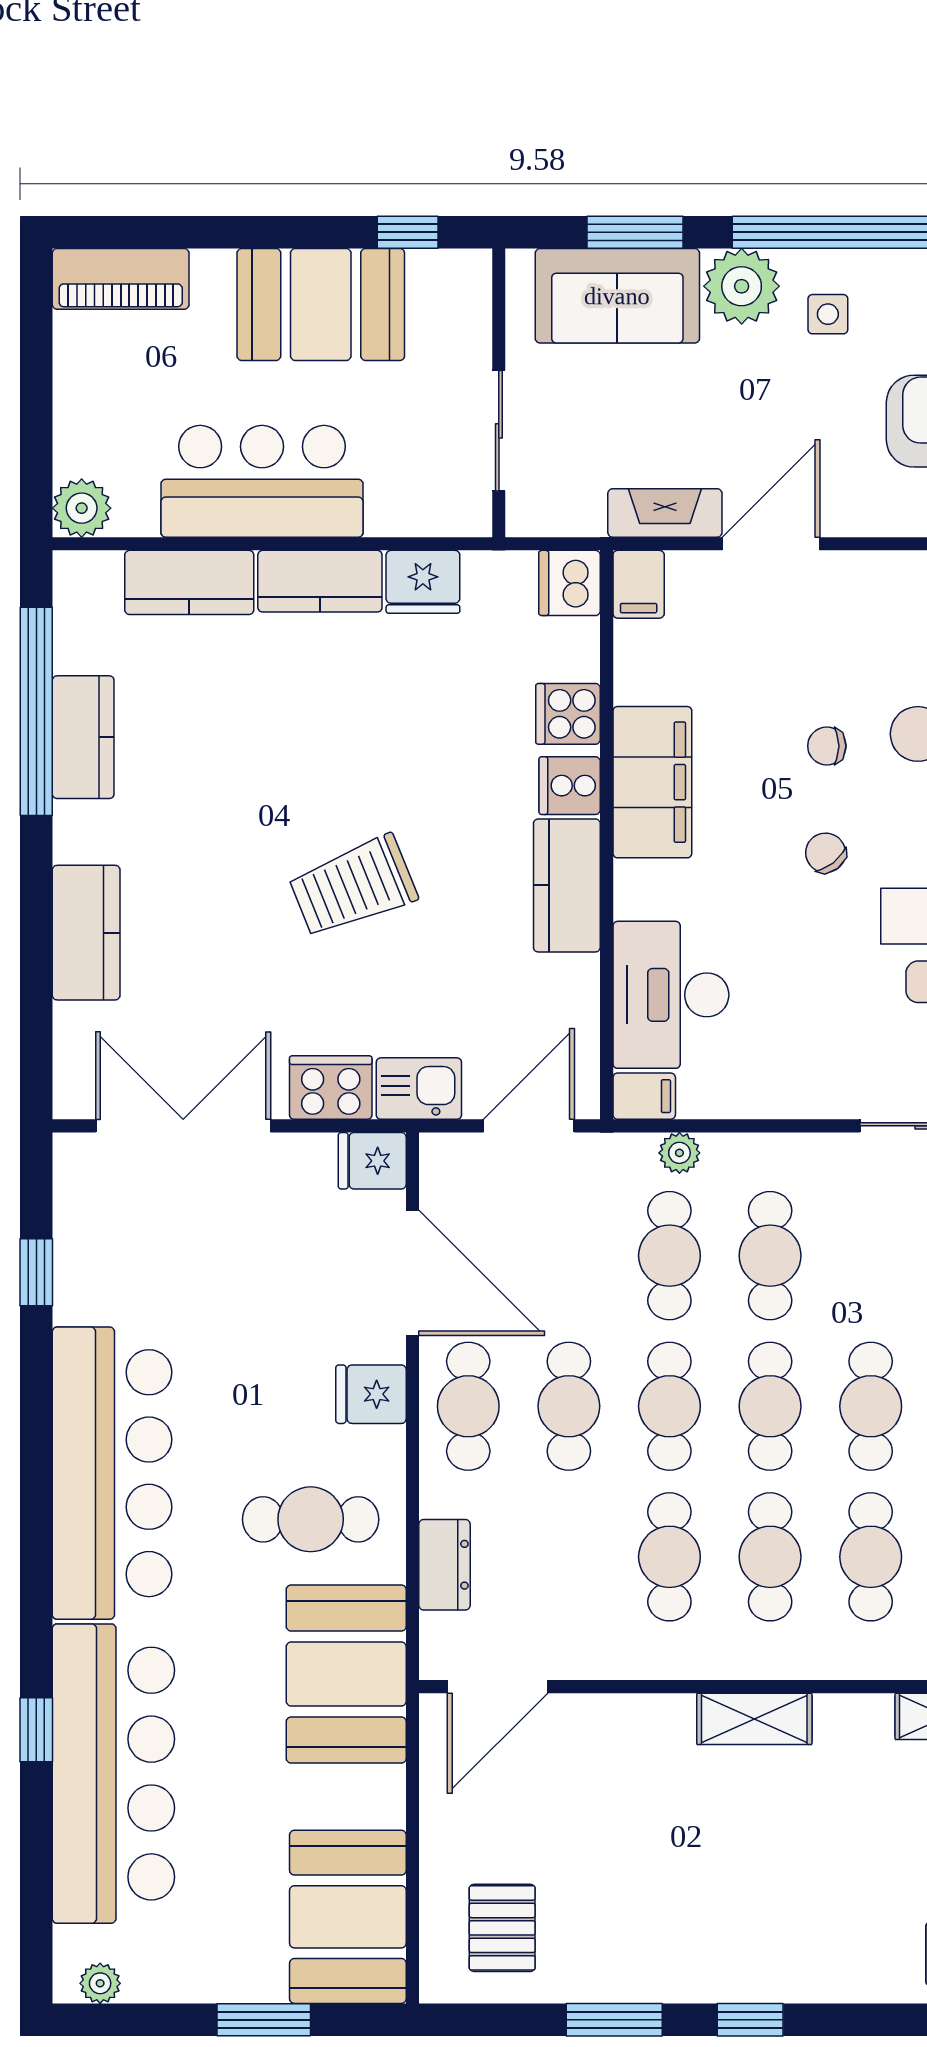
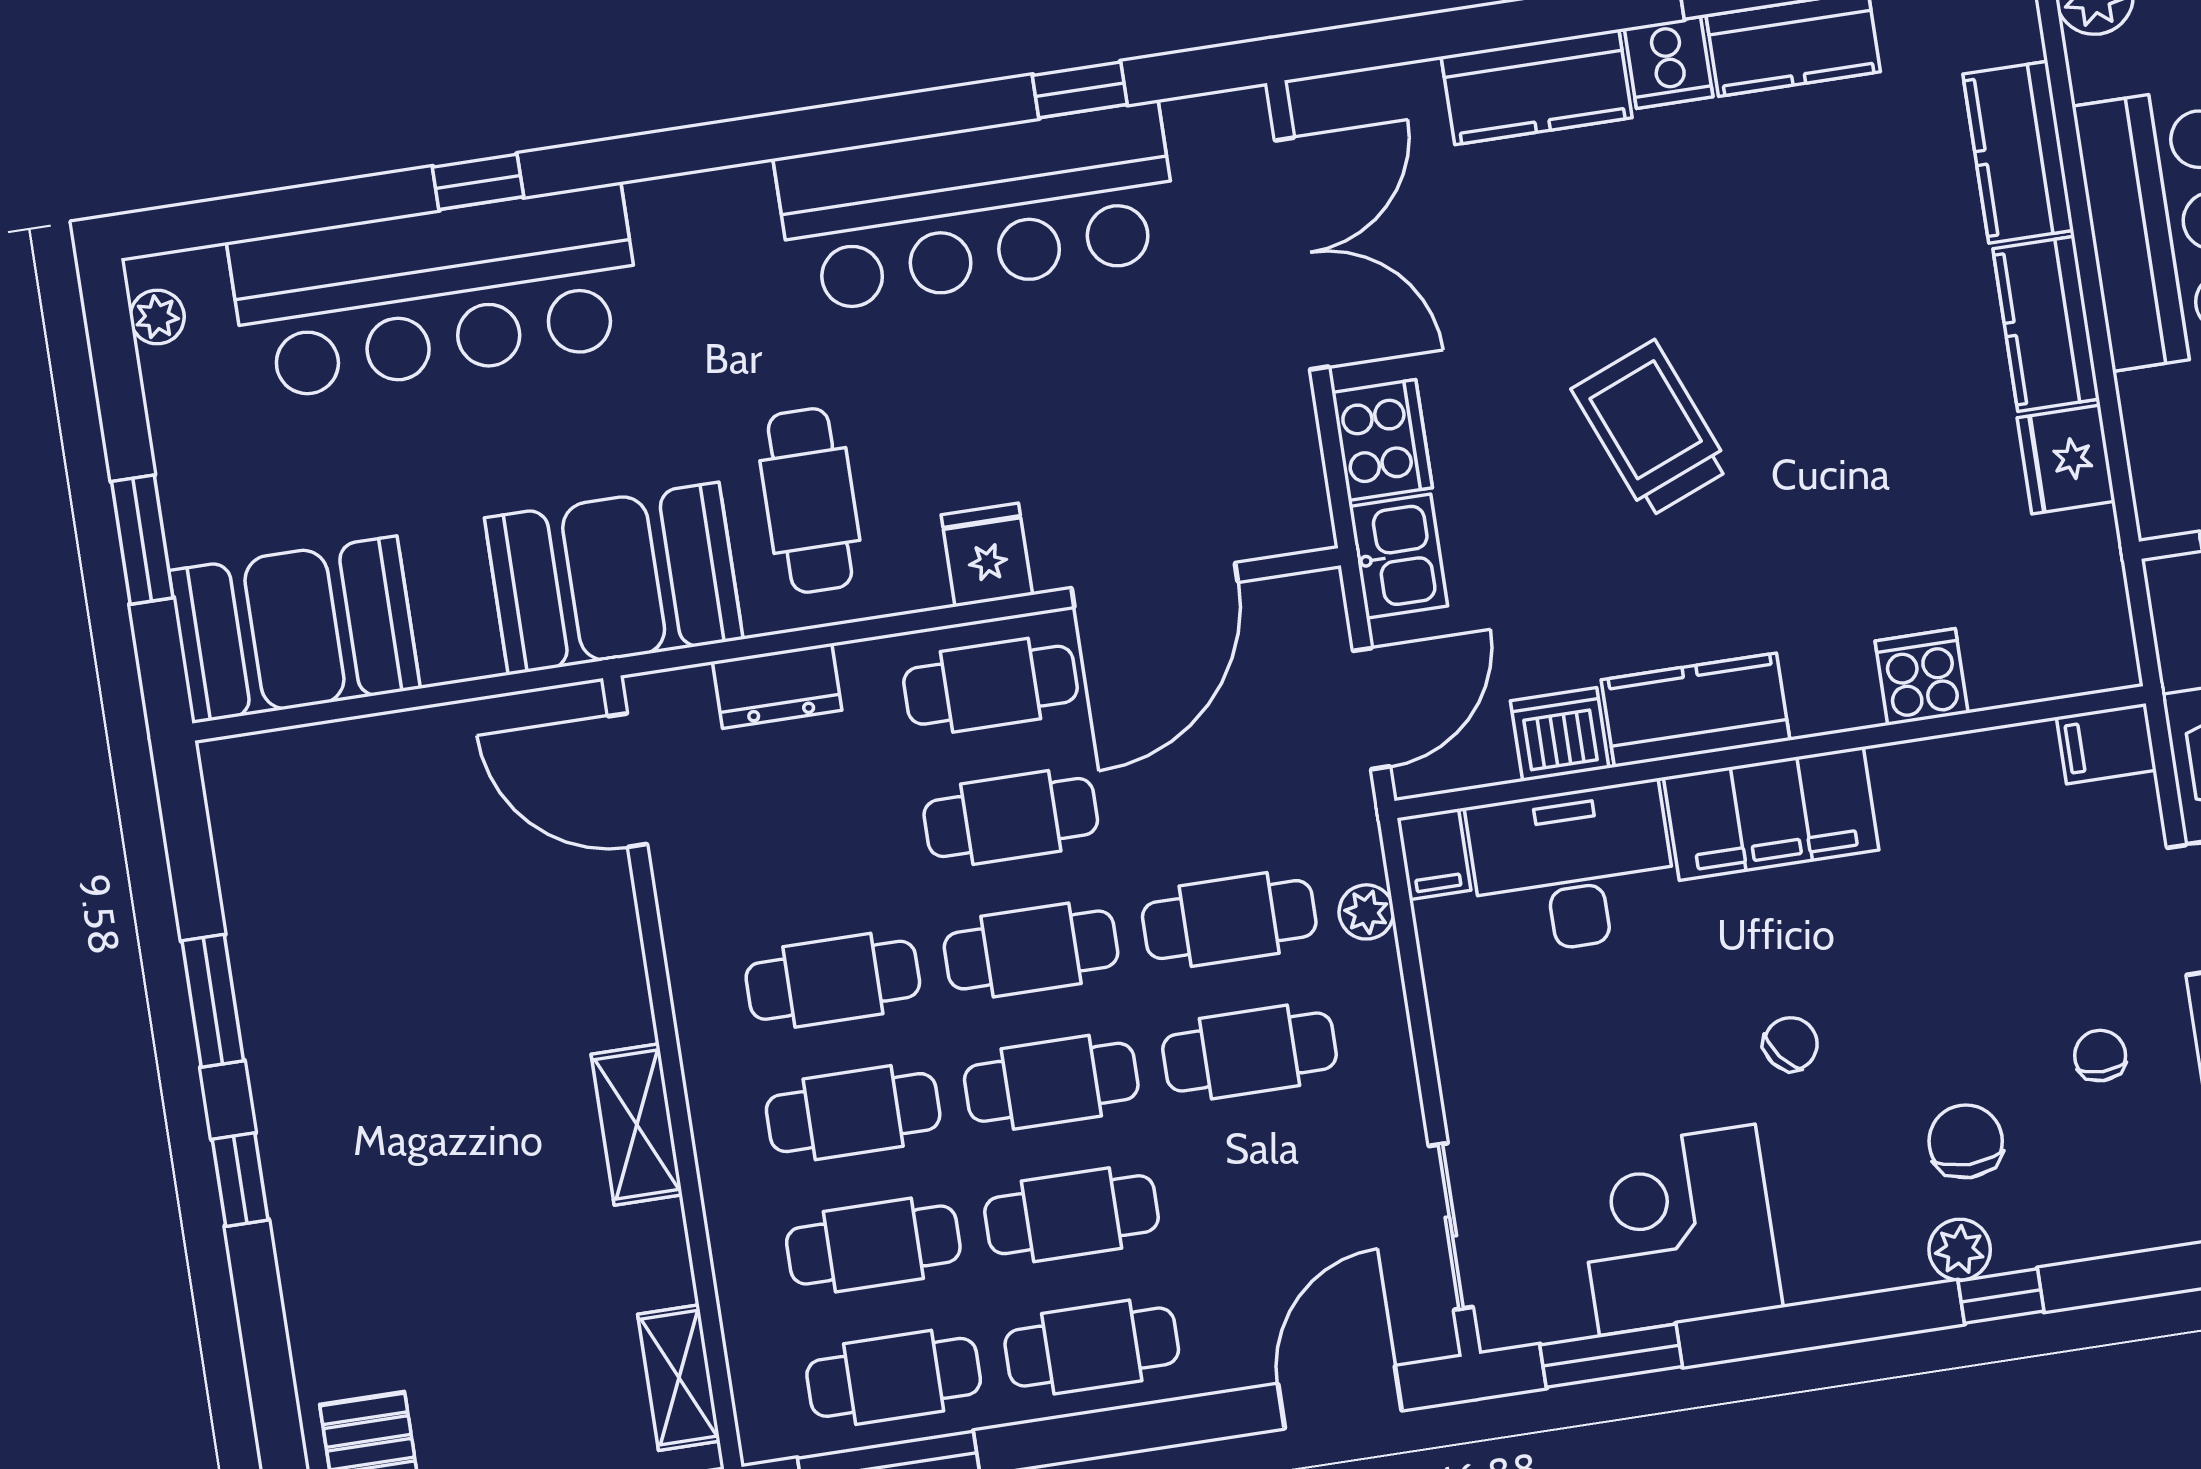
dishwasher: (569, 583) -> (1560, 734), moved
chair: (827, 746) -> (2100, 1056), moved
filing cabinet: (652, 782) -> (1771, 814), moved
cooker: (570, 786) -> (1669, 63), moved, turned 180
door: (529, 1126) -> (1372, 709), hinge flipped
fridge: (372, 1161) -> (1294, 509), removed
bar counter: (112, 1473) -> (977, 207), moved
pallet: (502, 1928) -> (311, 835), removed

